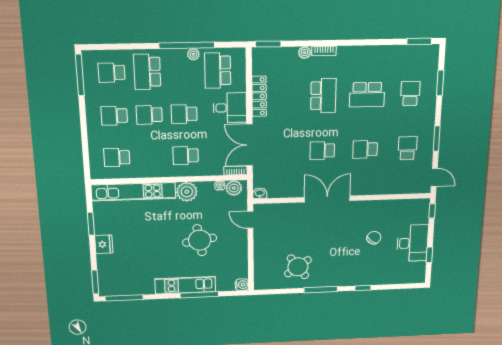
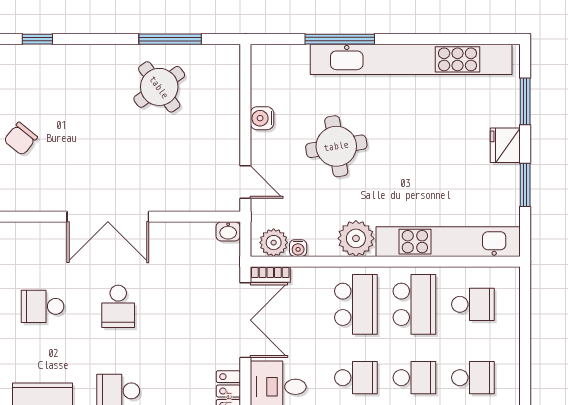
school desk: (365, 149) -> (43, 306), turned 180
school desk: (322, 151) -> (118, 306), turned 90
school desk: (186, 156) -> (356, 304), width x1.85
school desk: (151, 157) -> (414, 304), added
window: (95, 282) -> (525, 101), moved
kitchen unit: (185, 285) -> (411, 59), width x1.86
water cooler: (242, 285) -> (262, 118), moved
window: (321, 290) -> (170, 39), moved
window: (124, 298) -> (476, 39), removed

